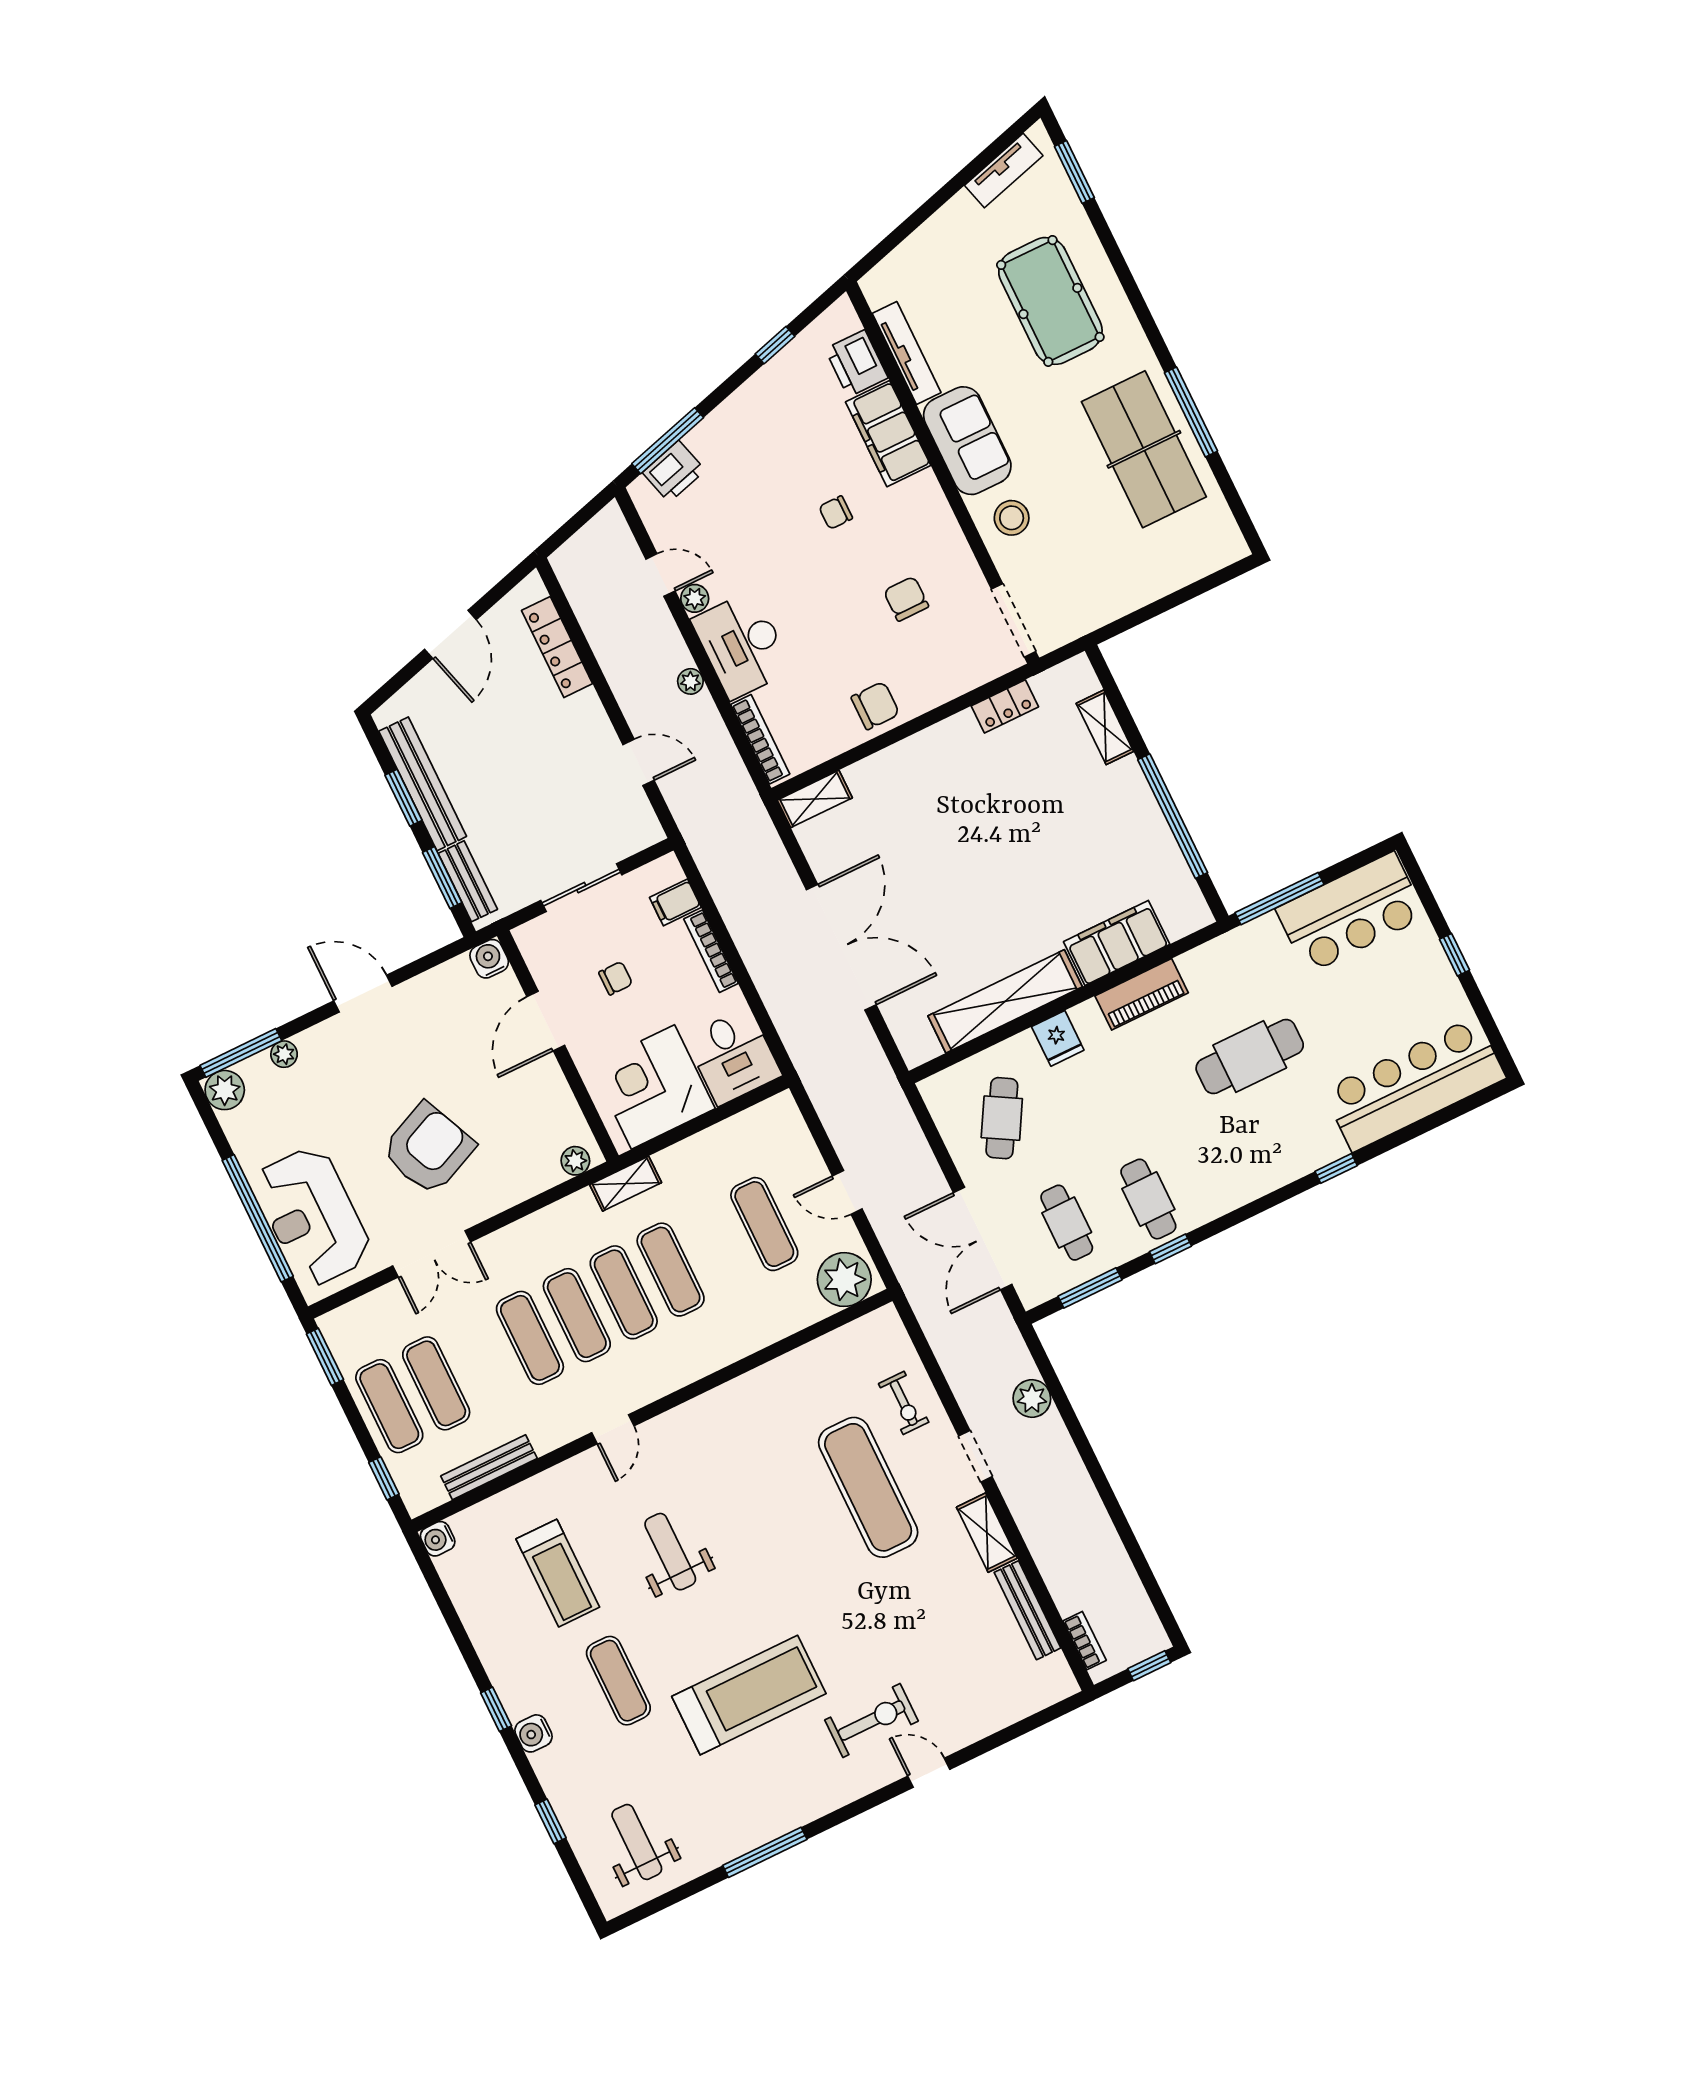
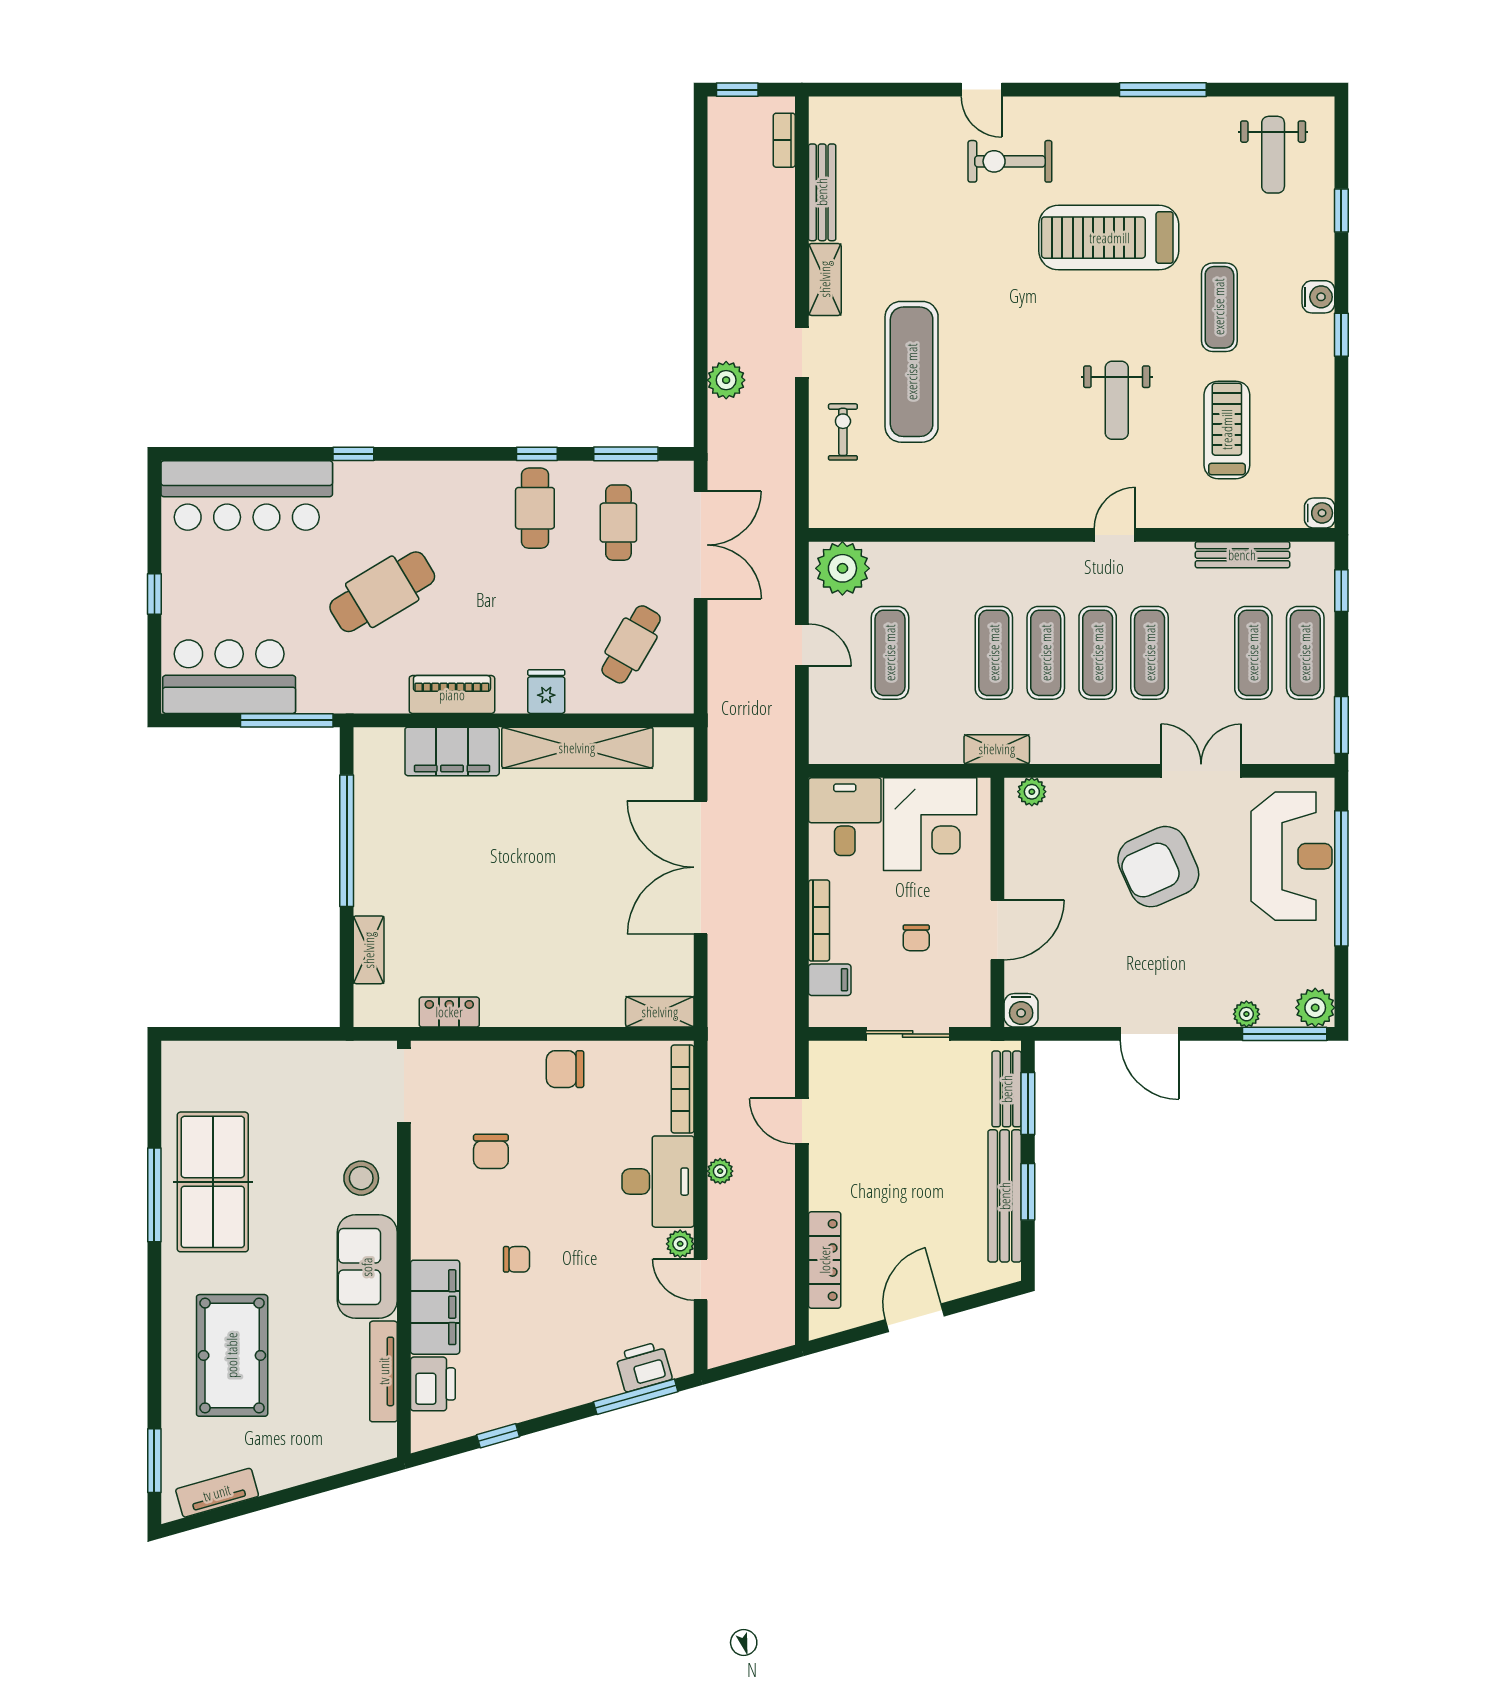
chair: (616, 978) -> (916, 938), turned -90
cafe table: (1250, 1057) -> (382, 592), turned -31

